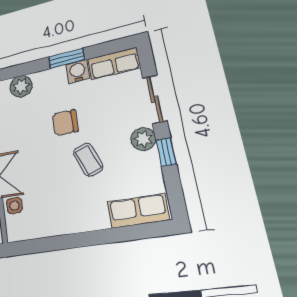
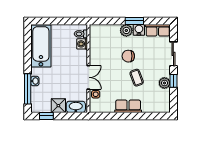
plant: (21, 86) -> (126, 30), moved
plant: (143, 139) -> (164, 83), moved
row of seats: (138, 211) -> (128, 106), moved

